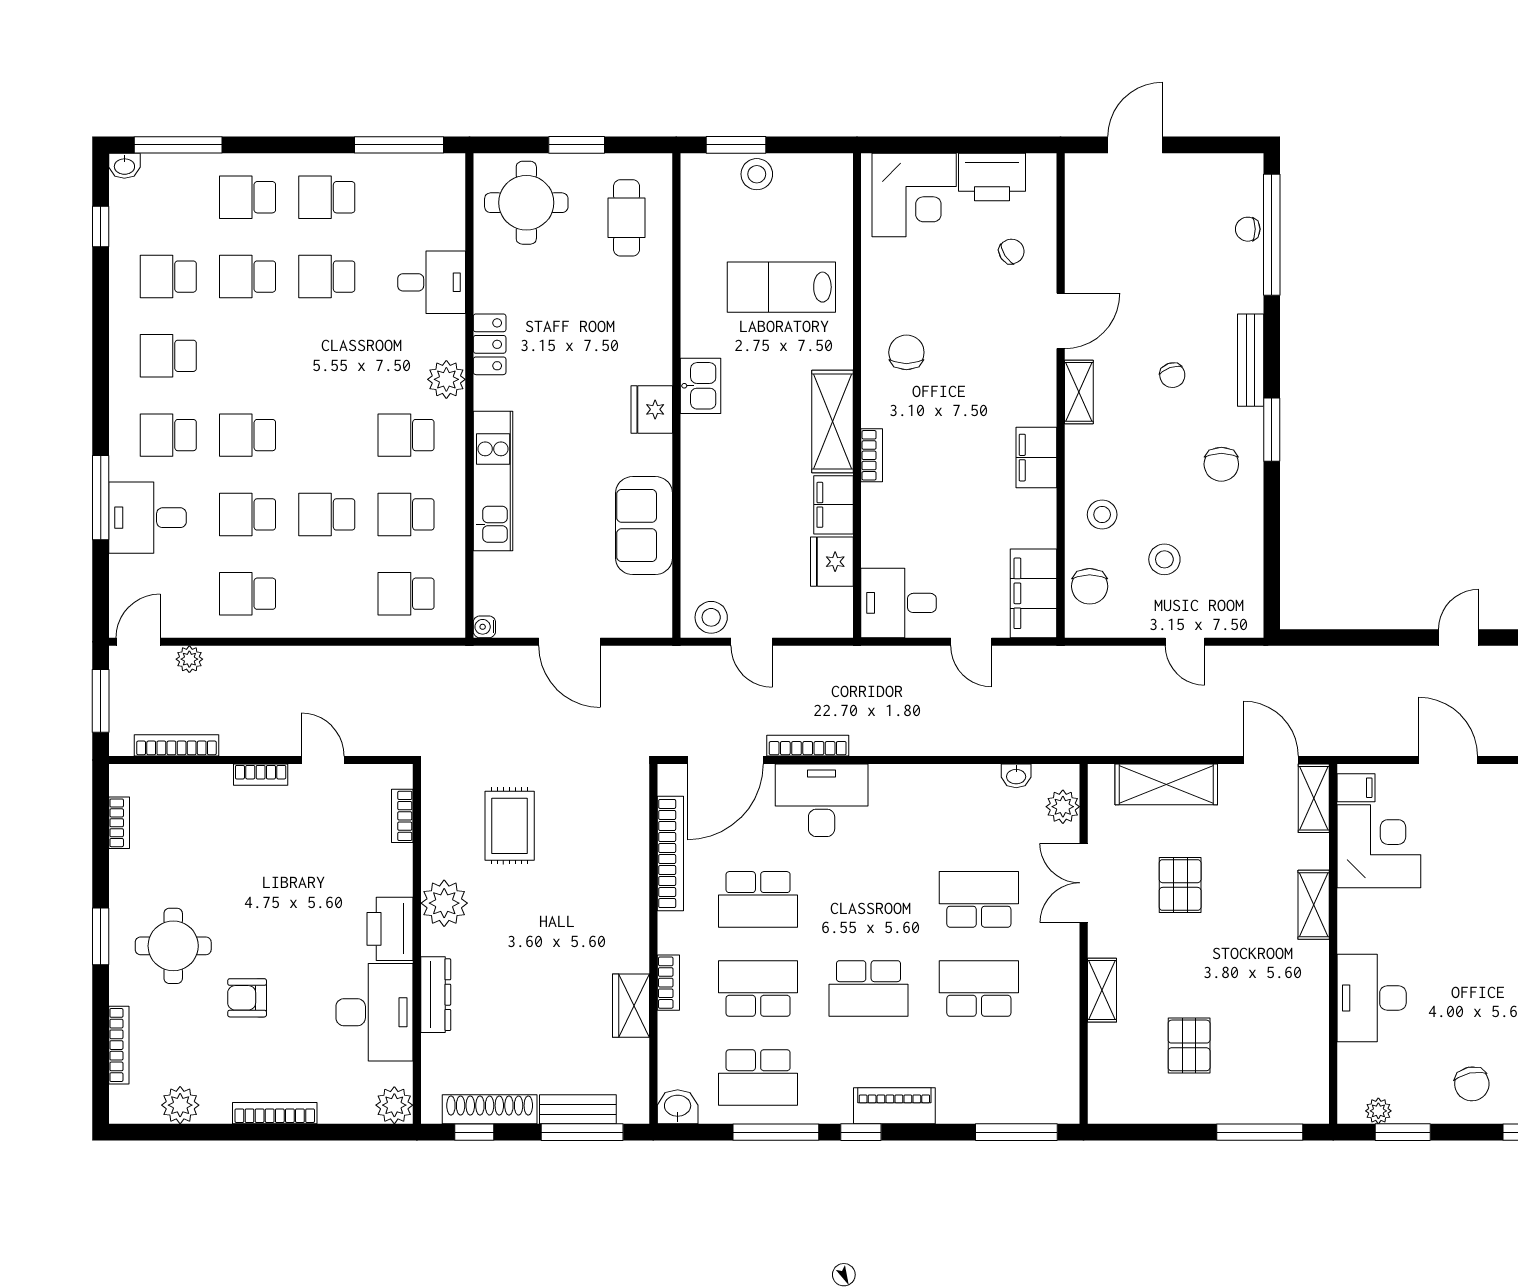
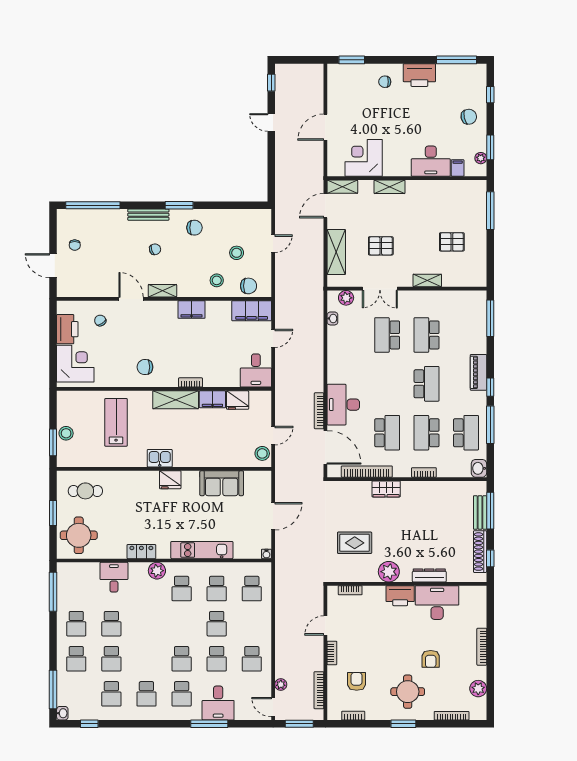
chair: (1248, 229) -> (75, 245), moved
lab bench: (781, 287) -> (116, 422), turned 180
filing cabinet: (1356, 788) -> (458, 168), moved
armchair: (196, 830) -> (357, 681), added
wardrobe: (631, 1006) -> (386, 489), moved
plant: (394, 1105) -> (478, 594), removed

